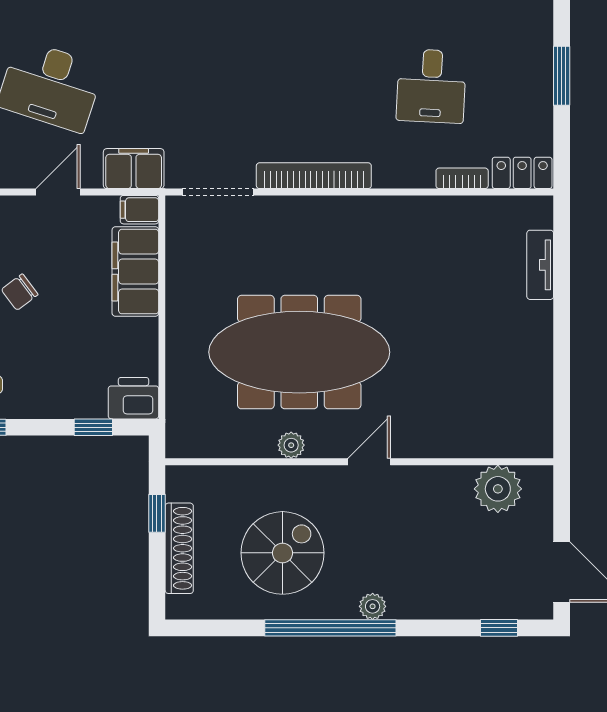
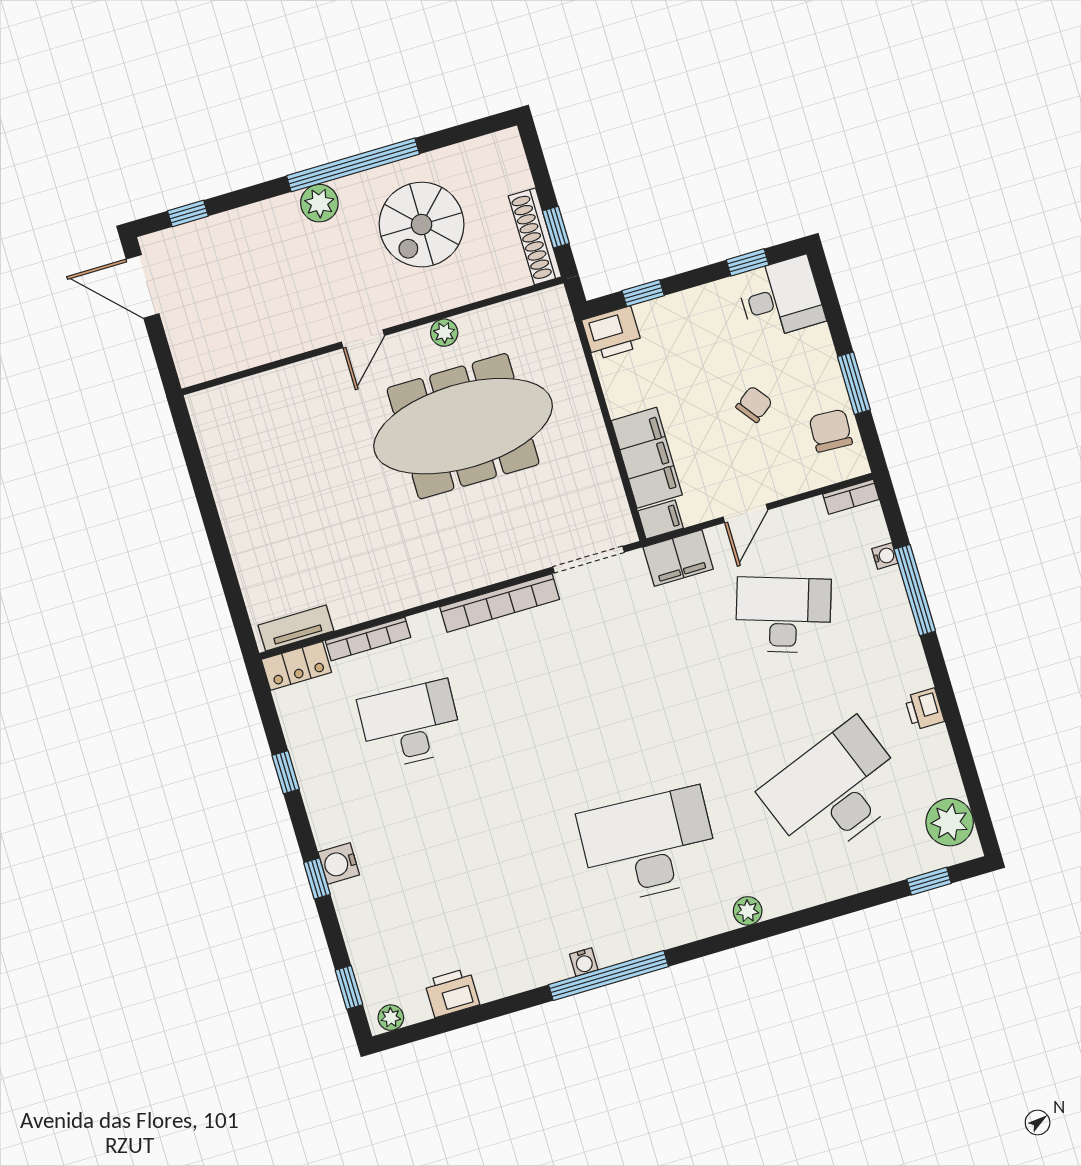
window: (562, 76) -> (286, 772), width x0.67
desk: (431, 86) -> (410, 725), width x1.37
bookcase: (462, 178) -> (368, 639), width x1.56
tv unit: (540, 265) -> (296, 628), moved, turned -90
plant: (498, 489) -> (229, 349), removed
shoe rack: (179, 548) -> (535, 236), moved
plant: (373, 606) -> (319, 203), width x1.38, depth x1.38

